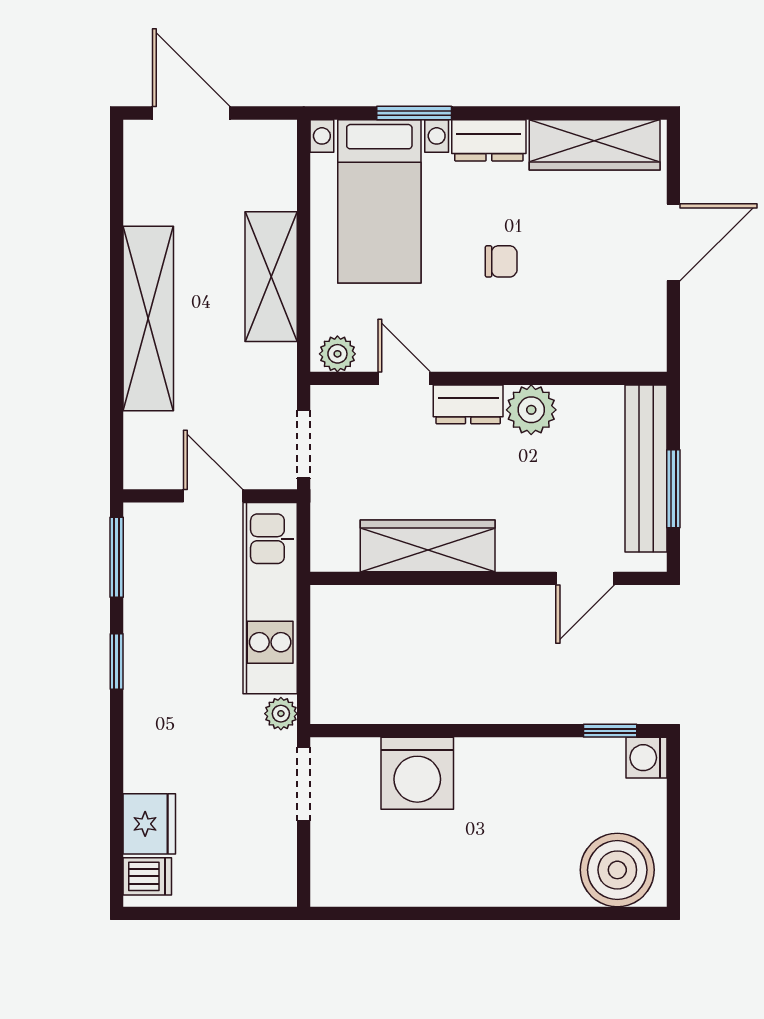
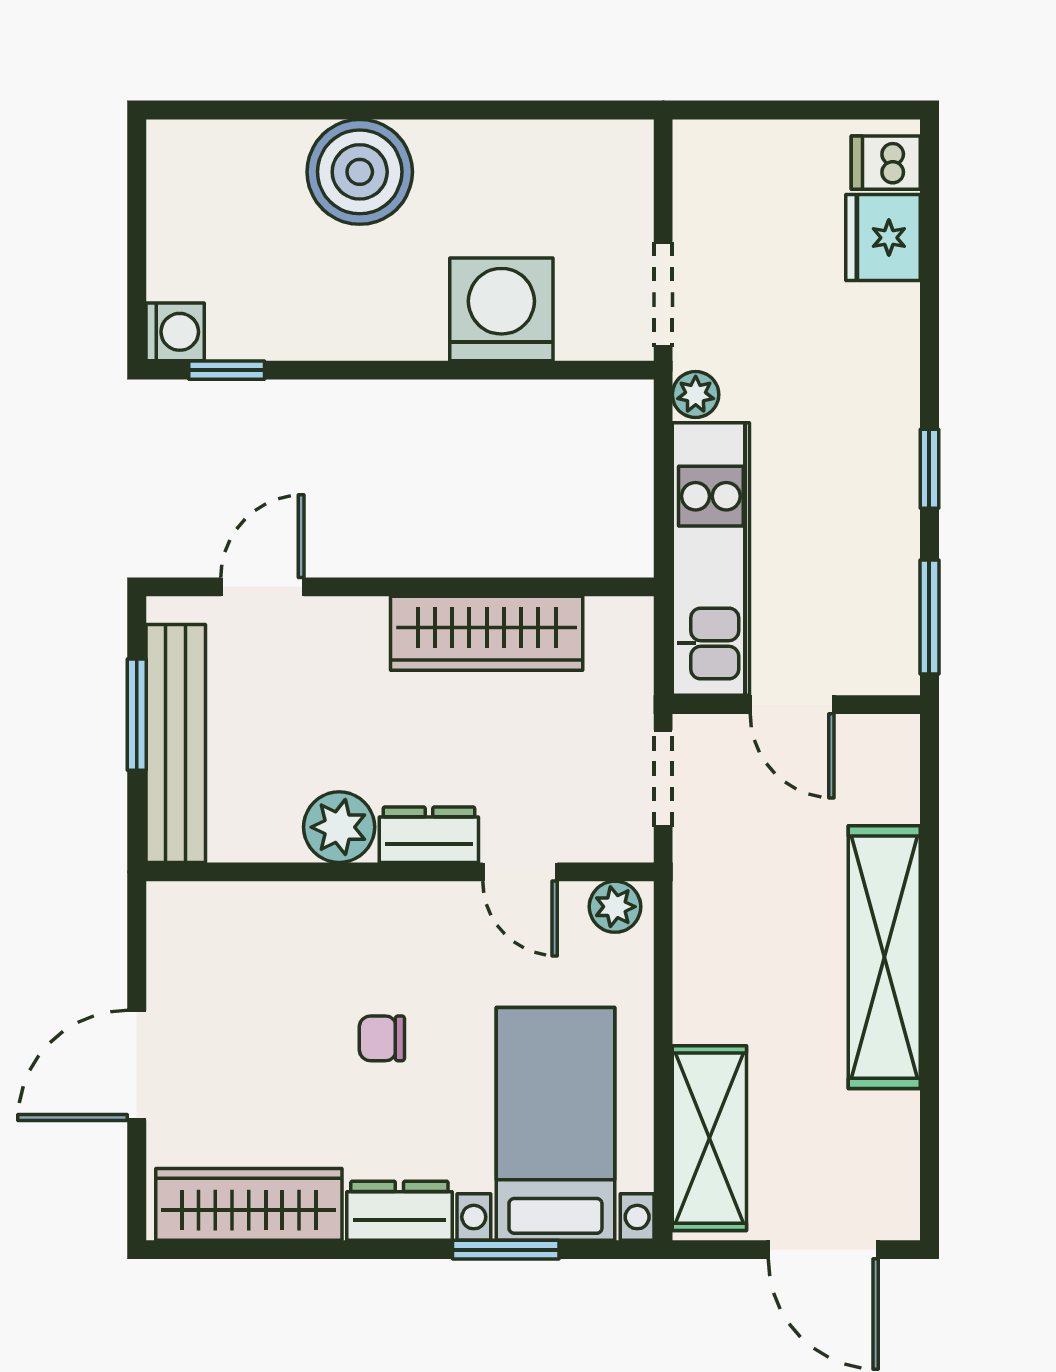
shelving: (271, 277) -> (709, 1138), moved
boiler: (617, 870) -> (360, 172), moved

